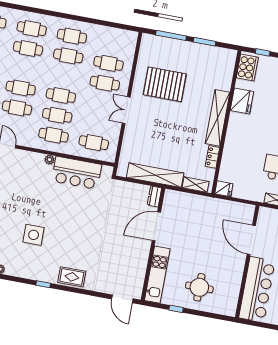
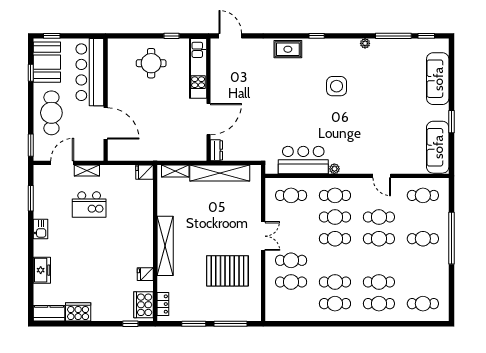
fridge: (242, 101) -> (145, 274), width x0.53, depth x0.75
locker: (212, 157) -> (163, 304), moved

